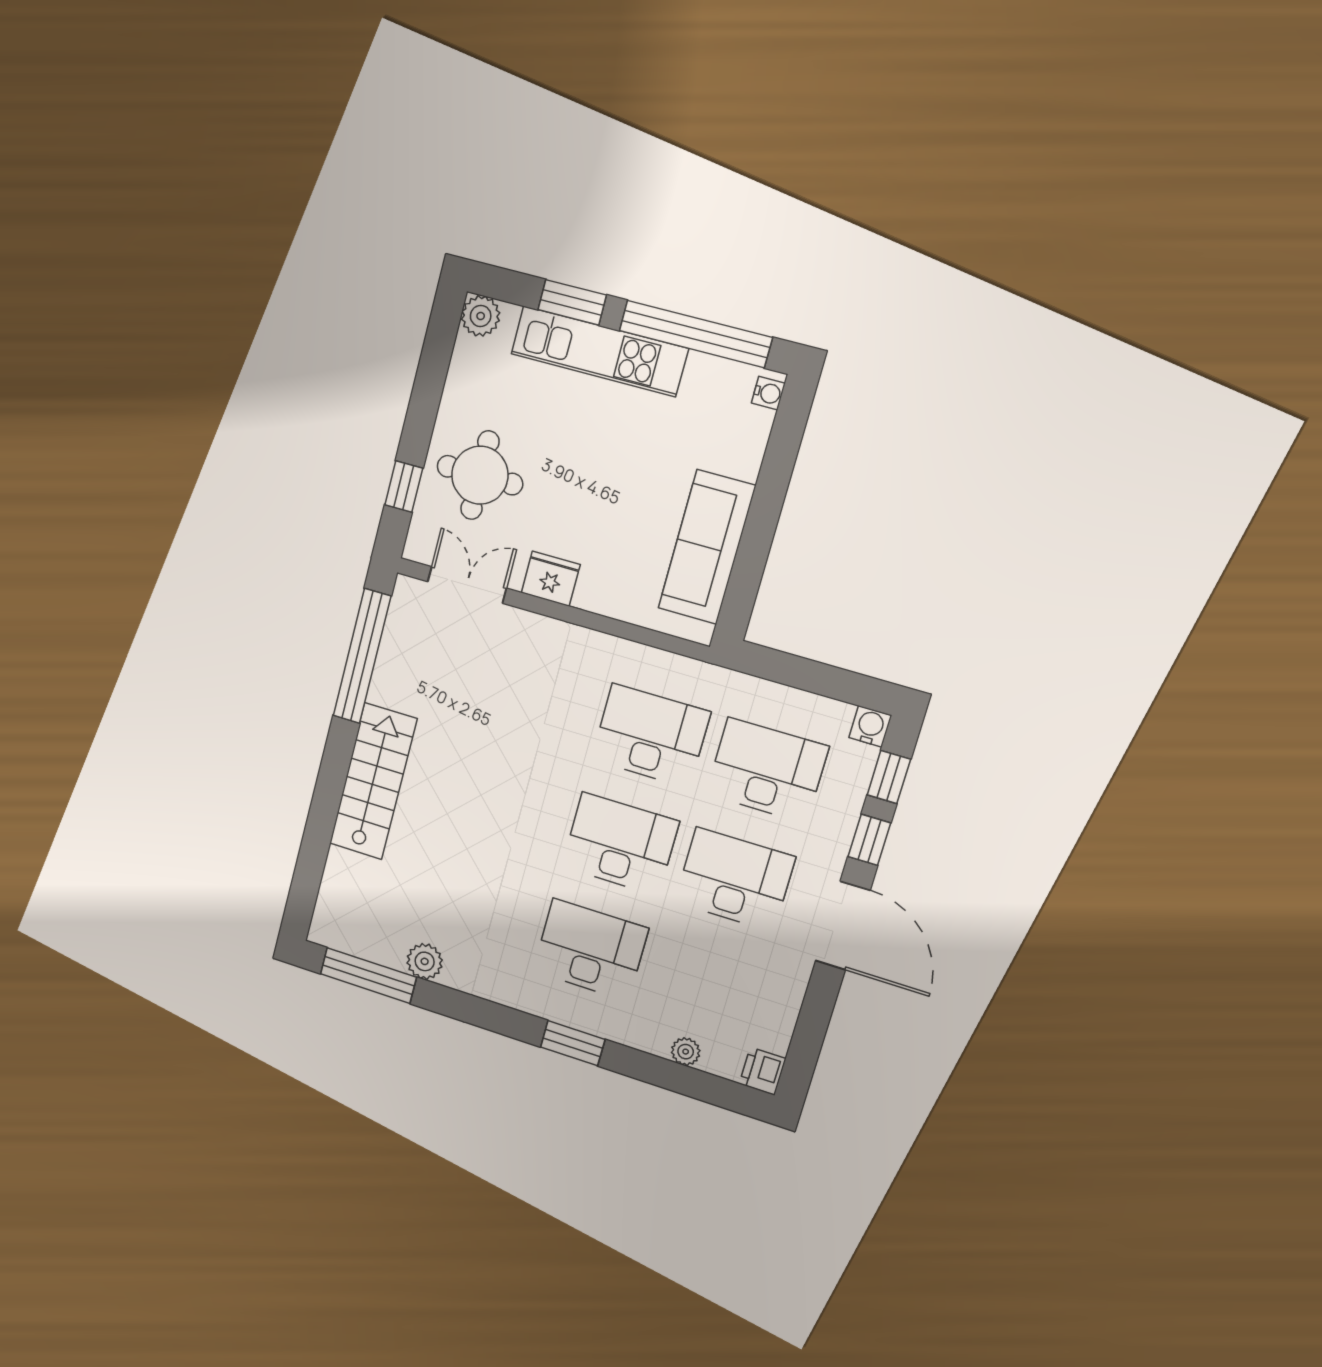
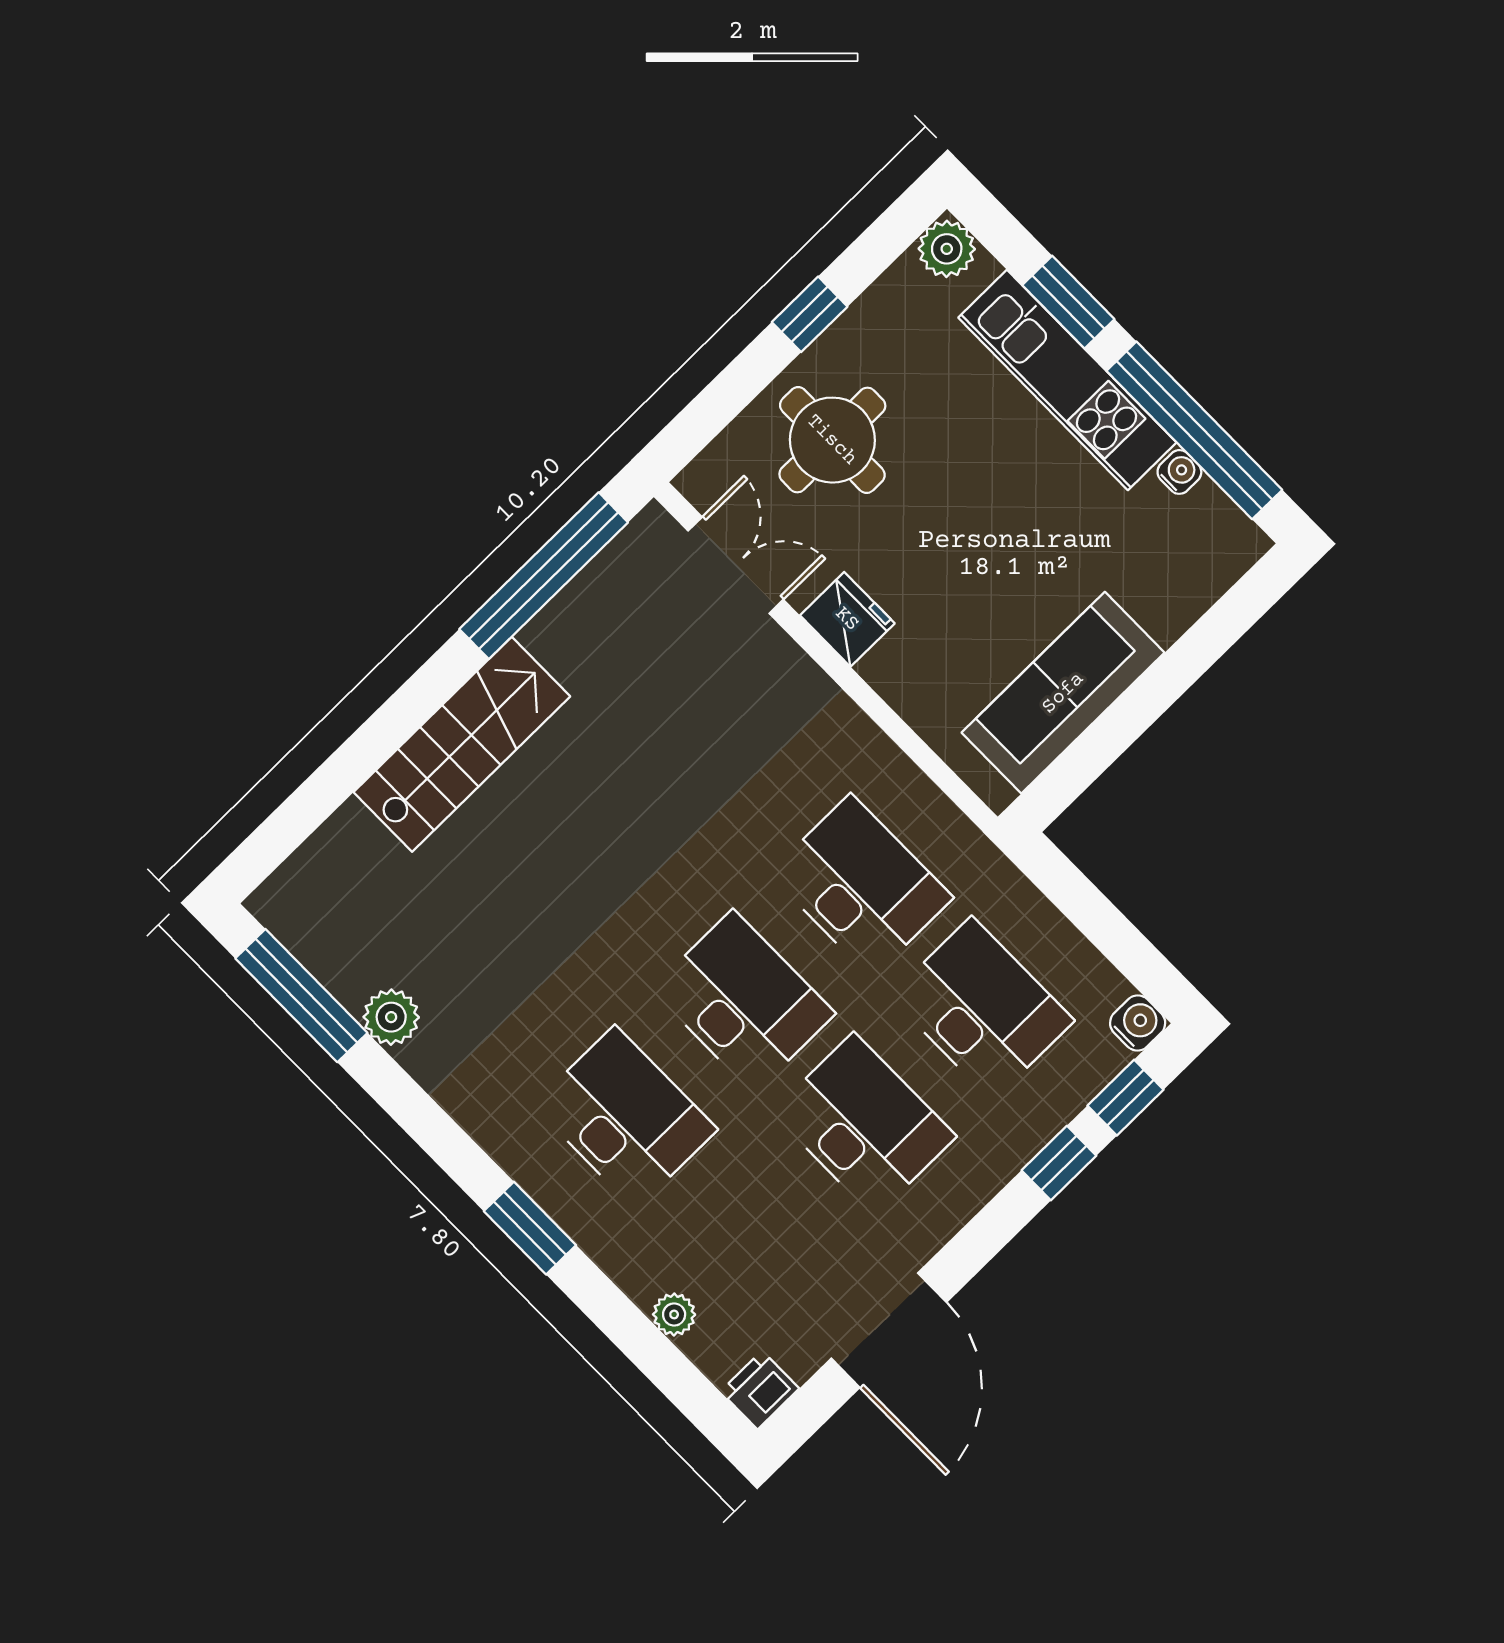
water cooler: (768, 393) -> (1179, 472), moved, turned -90
window: (404, 487) -> (810, 314), moved
door: (843, 926) -> (889, 1330), moved

